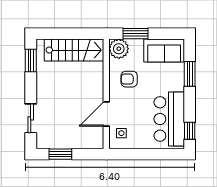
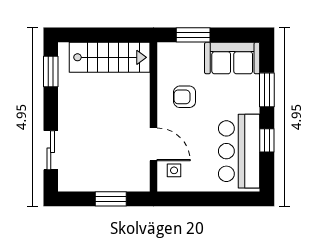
plant: (119, 49) -> (170, 56), removed
door: (106, 114) -> (153, 144), swing flipped
window: (190, 131) -> (267, 140), moved
window: (60, 154) -> (111, 199), moved

